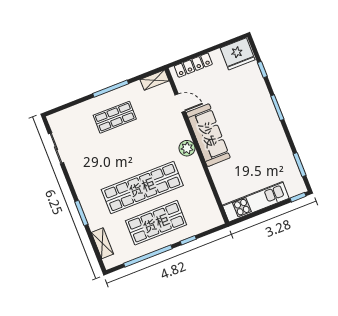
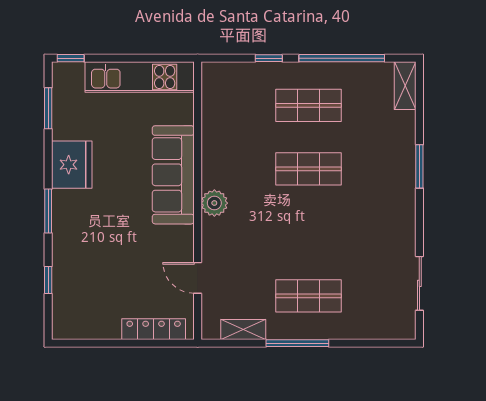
fridge: (238, 54) -> (72, 165), moved, turned 90
shelving: (155, 80) -> (243, 330), moved
sofa: (208, 135) -> (173, 175), moved
shop shelf: (142, 187) -> (309, 169), width x0.50, depth x0.74
shop shelf: (156, 223) -> (309, 105), width x0.70, depth x0.74
shelving: (102, 243) -> (405, 86), moved

